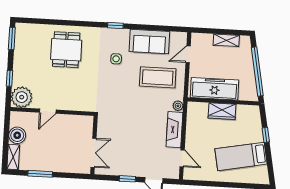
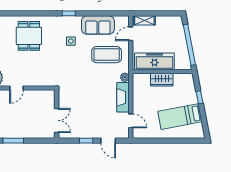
shelving: (226, 40) -> (144, 20), moved

